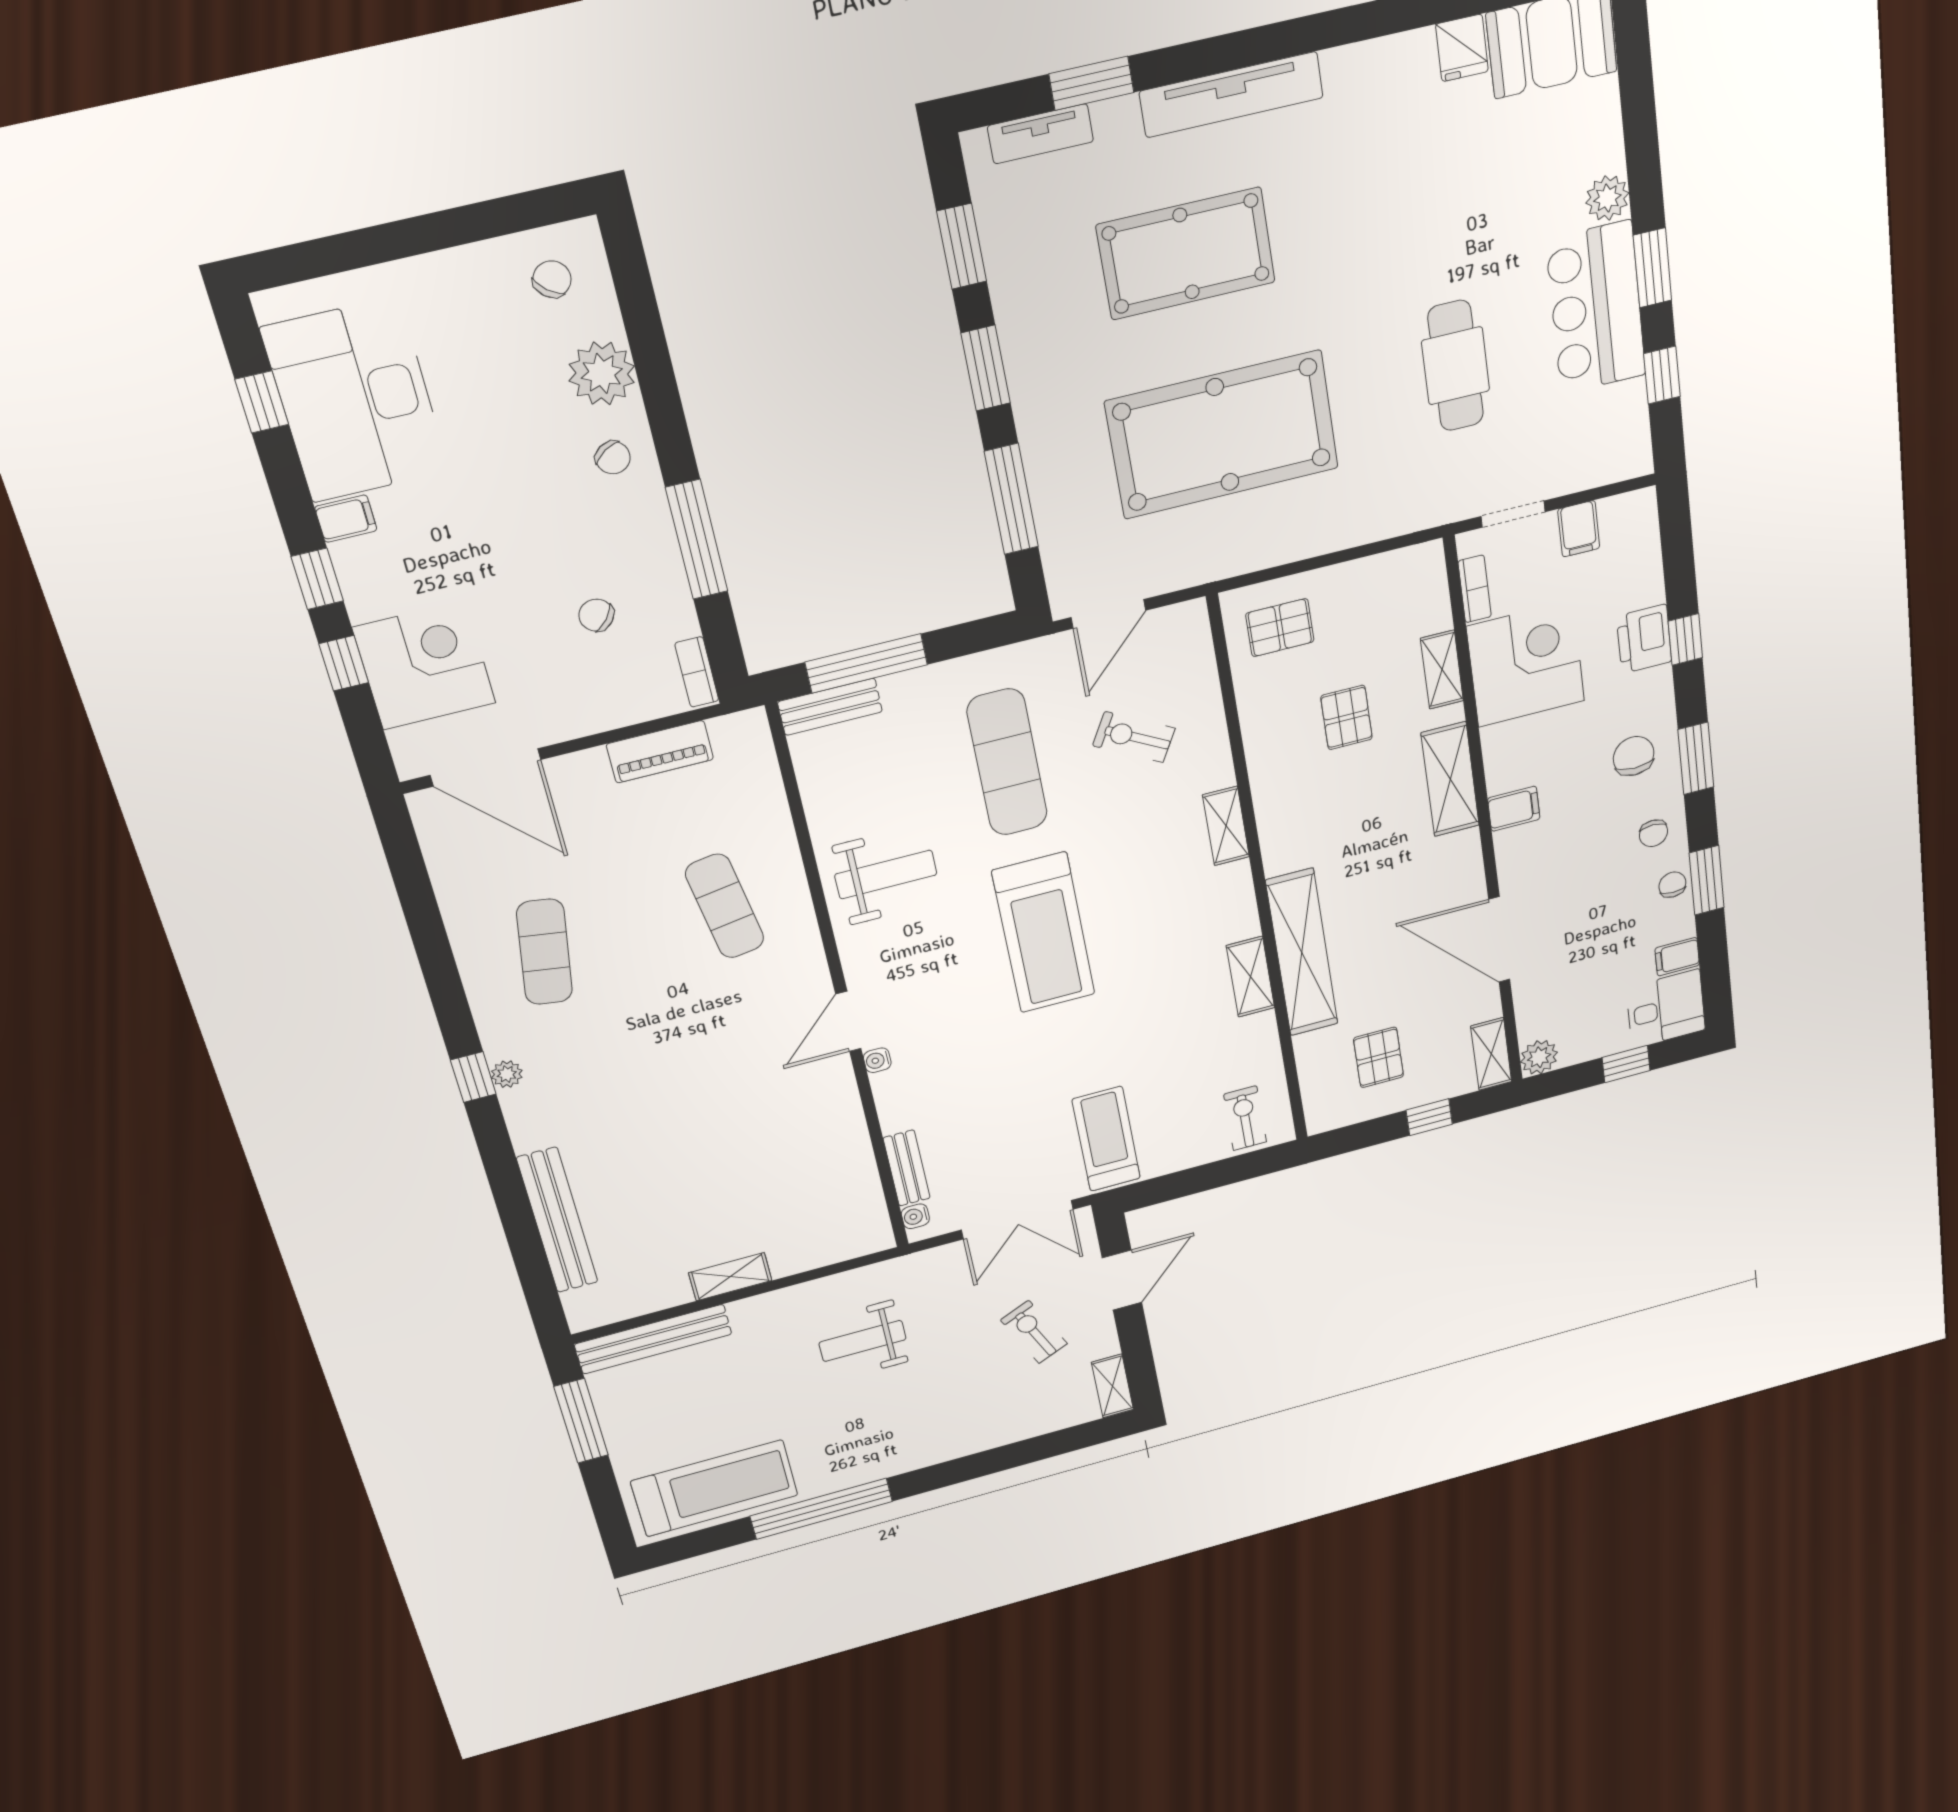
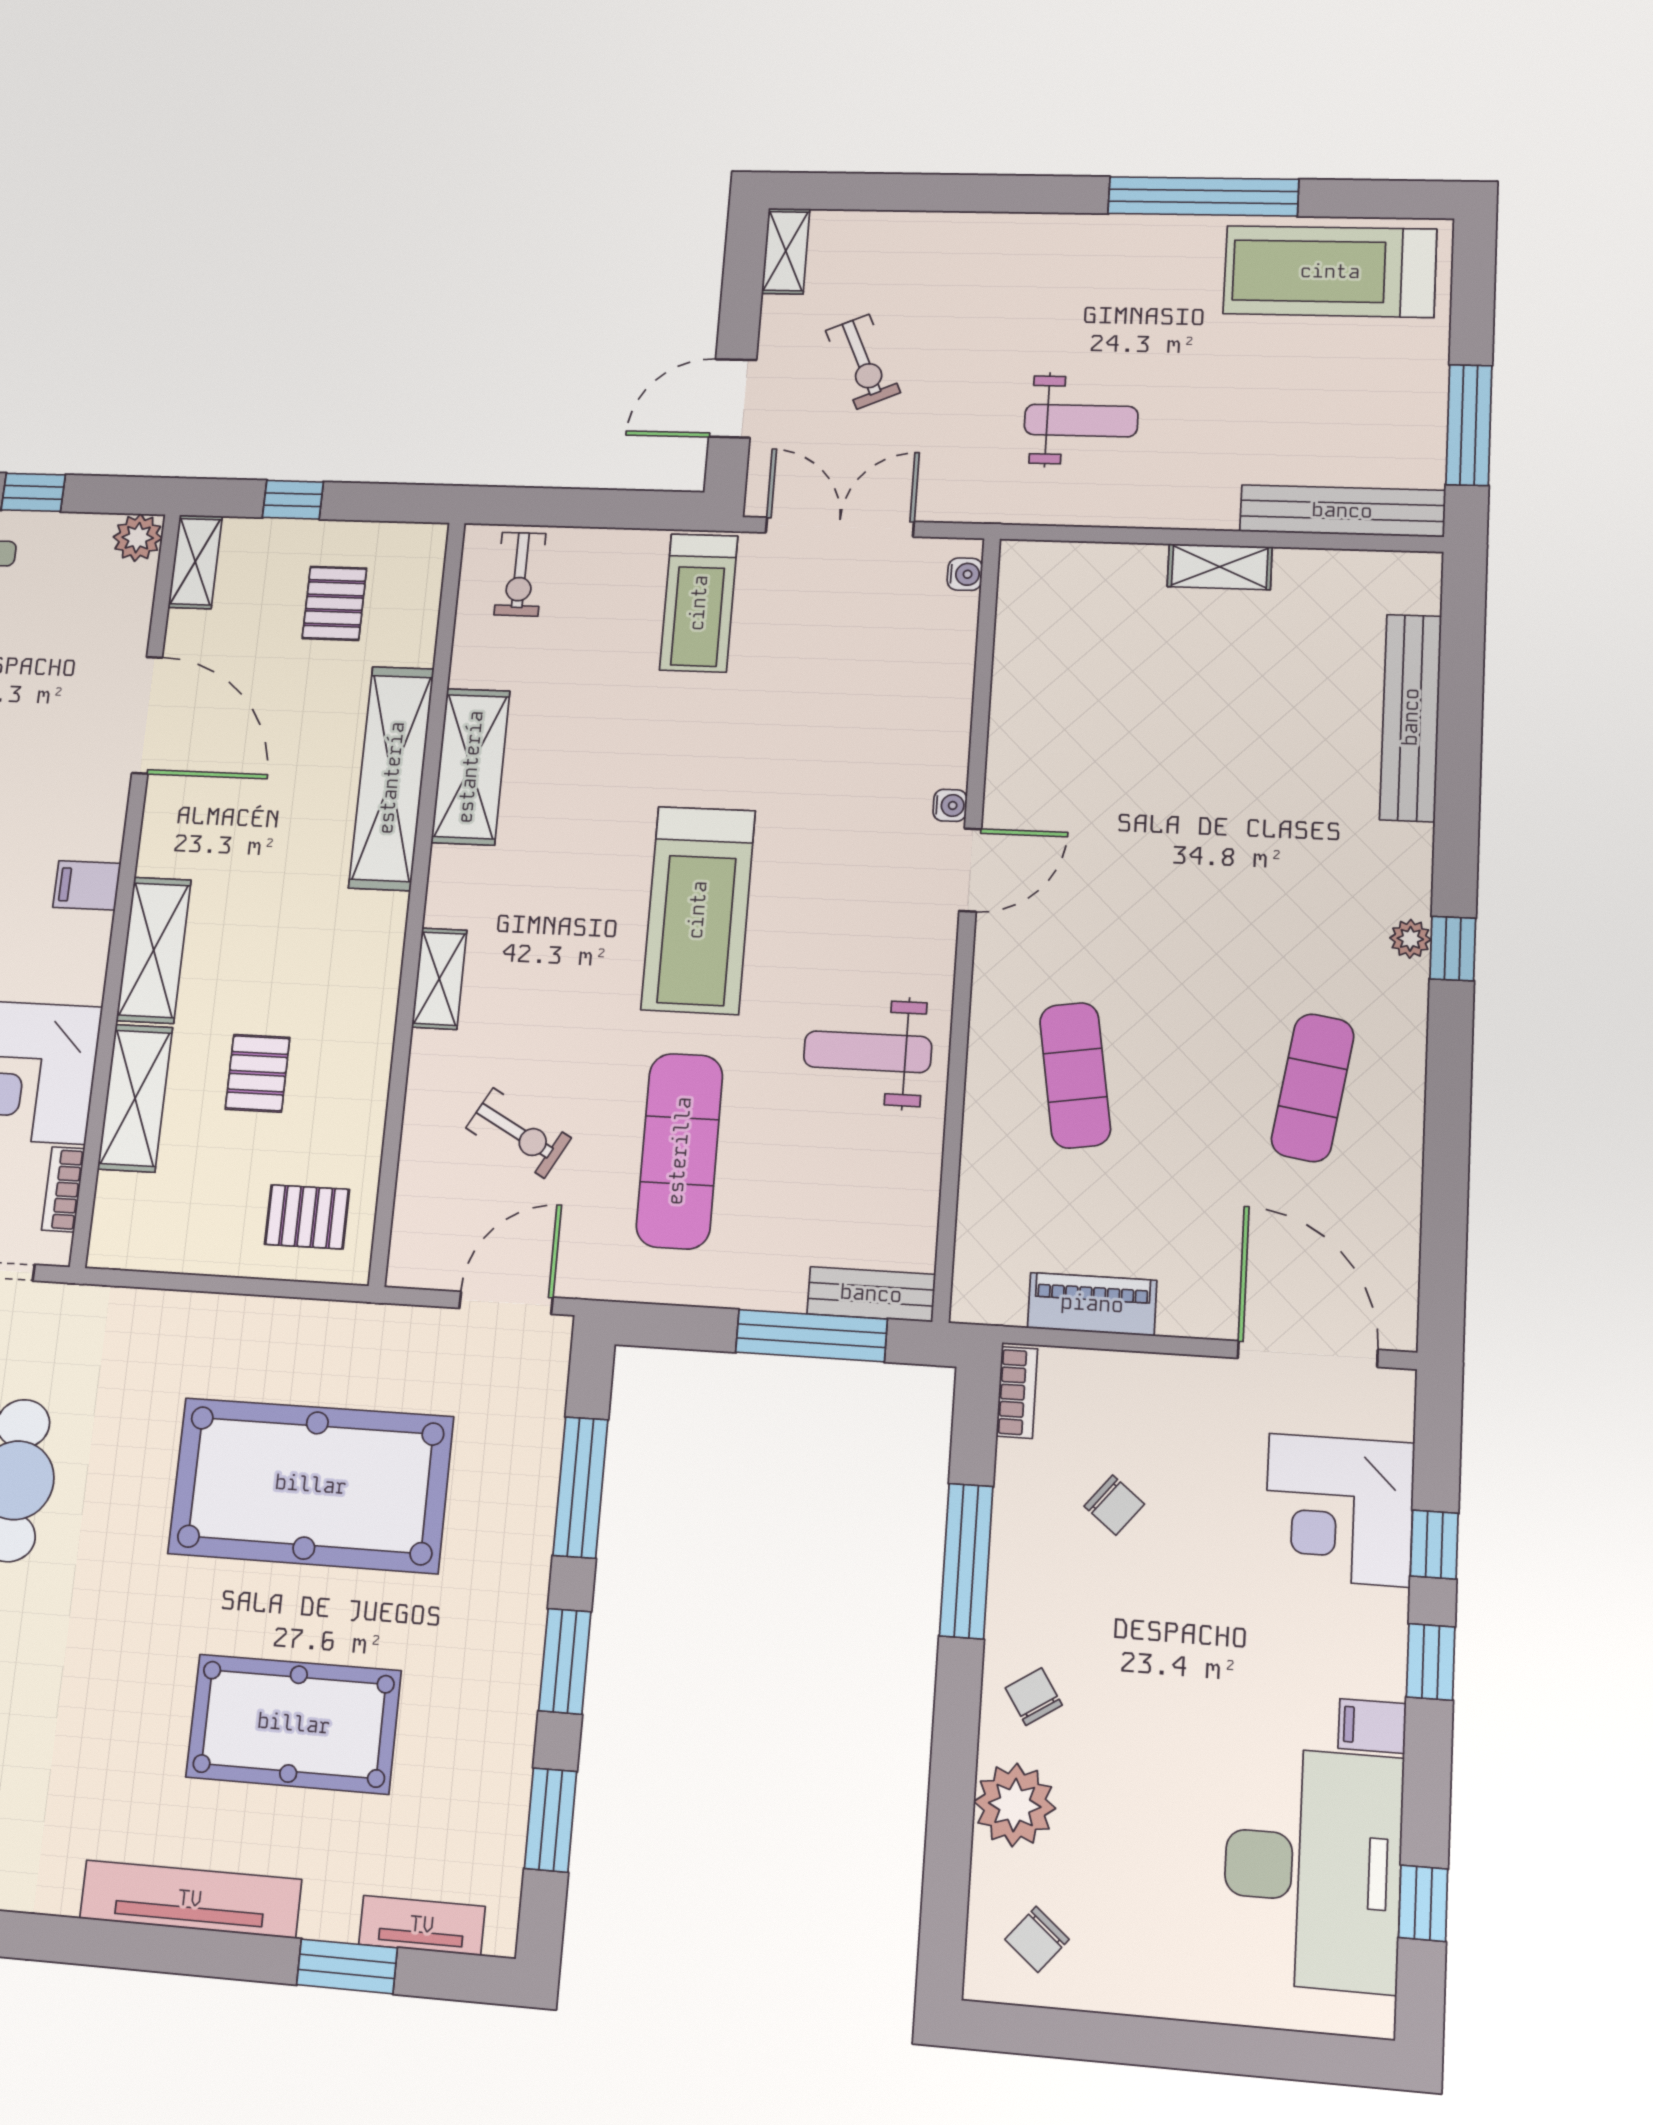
shelving: (1442, 670) -> (135, 1098), width x1.50, depth x1.33
treadmill: (1044, 933) -> (698, 910), turned 180
shelving: (1250, 977) -> (471, 767), width x1.50, depth x1.33
bench: (907, 1168) -> (957, 645), removed

